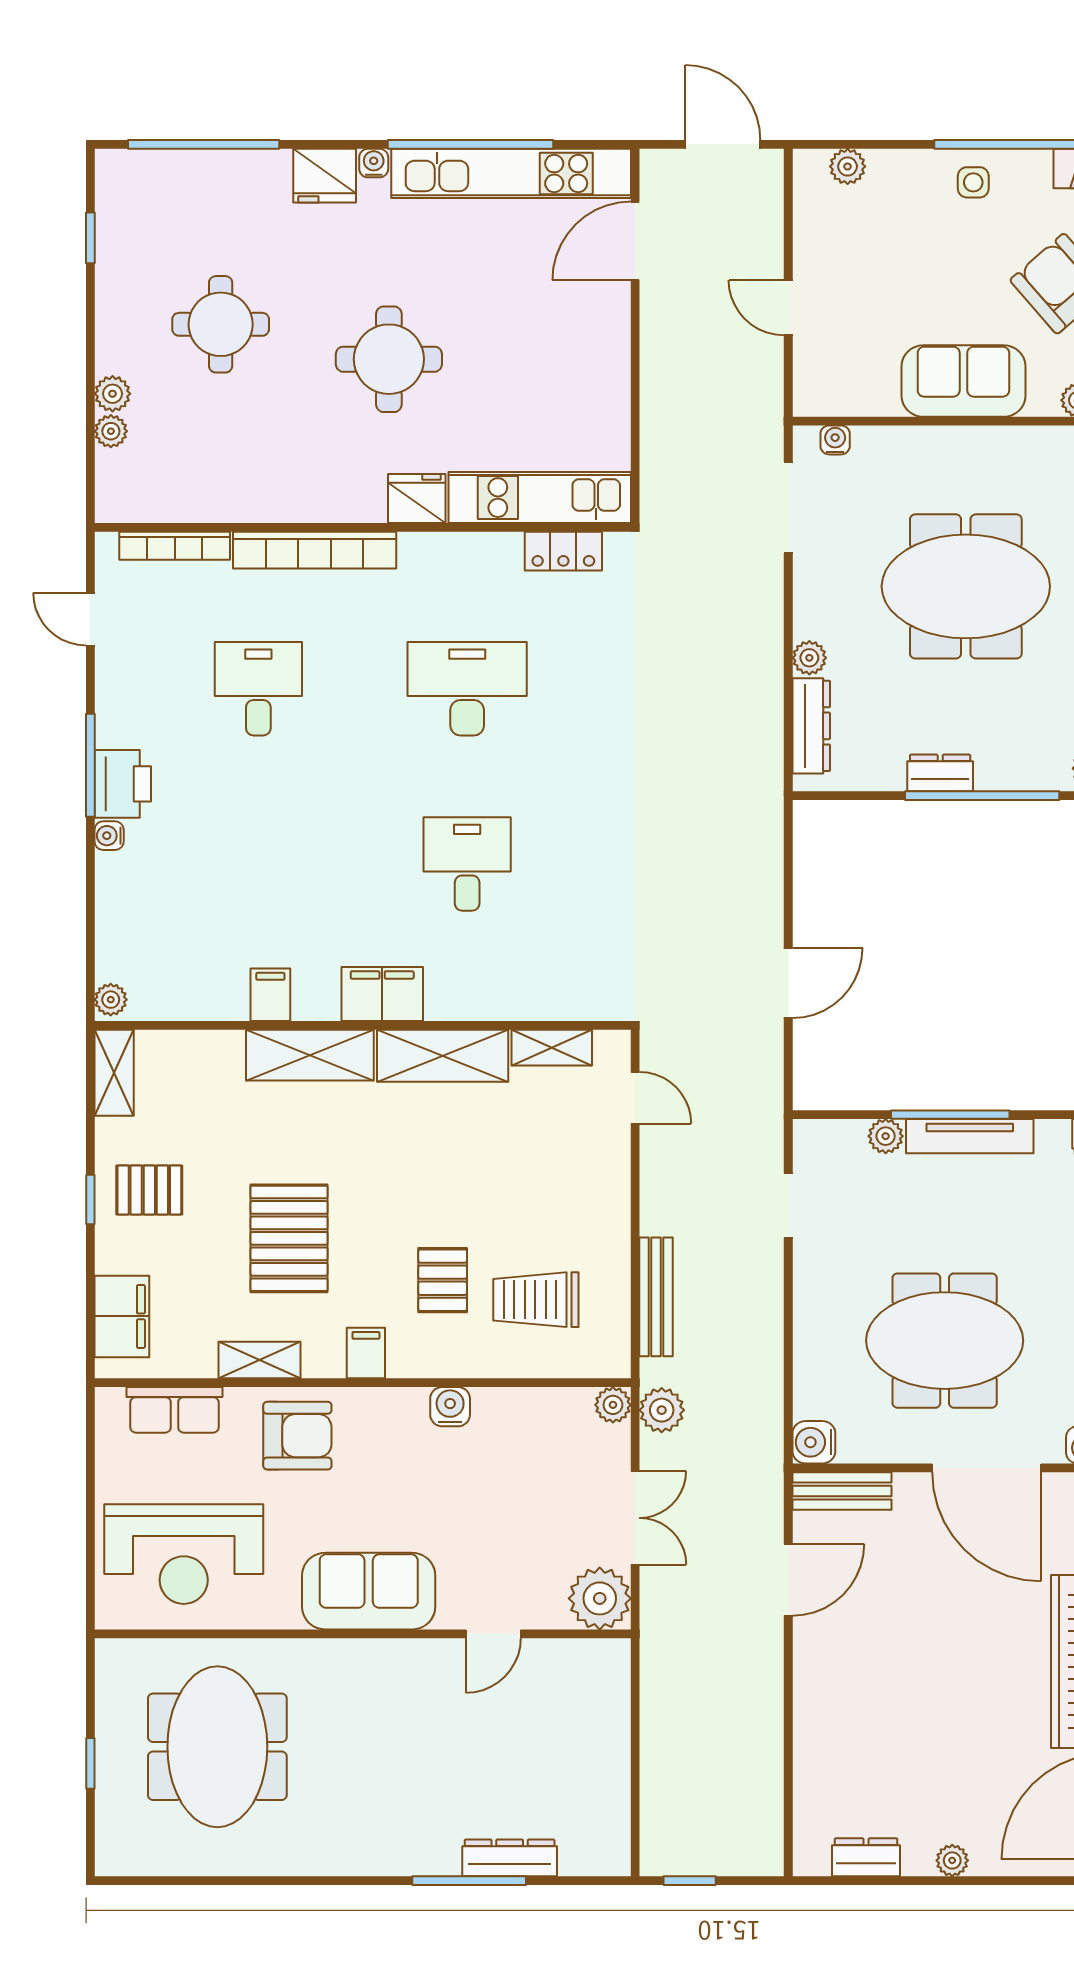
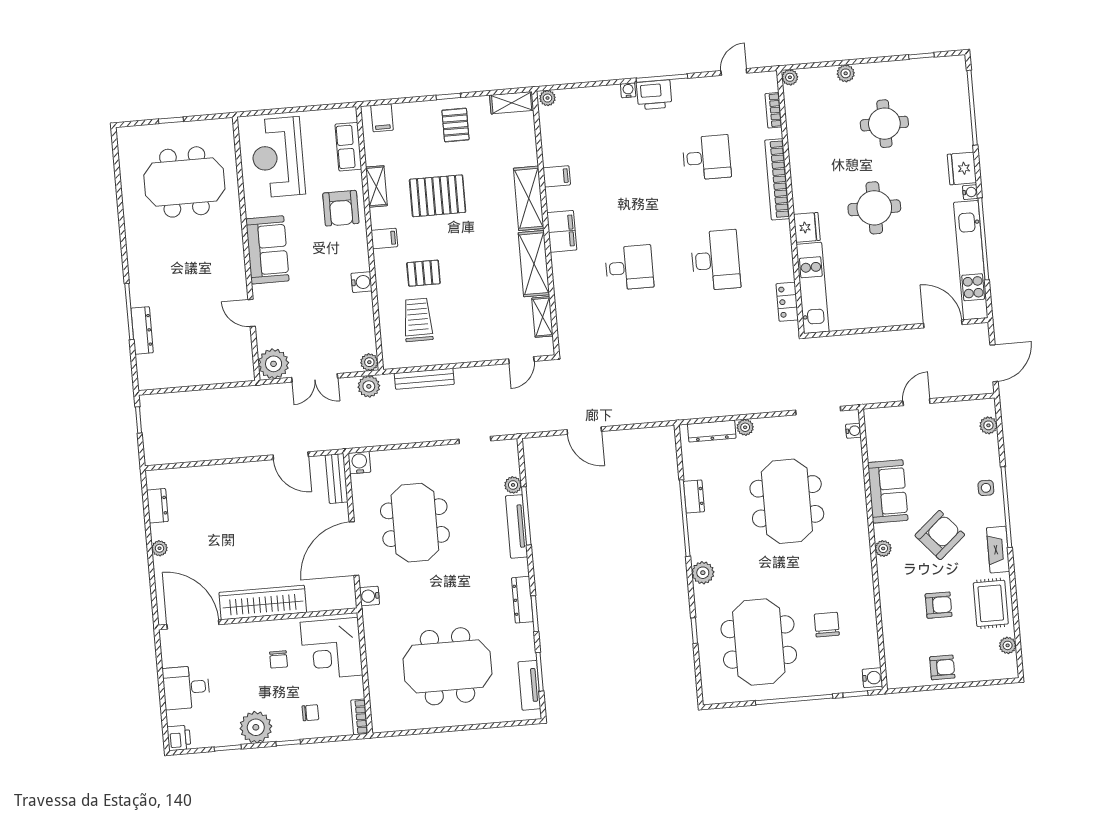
plant: (111, 431) -> (790, 77), moved
bookcase: (175, 546) -> (773, 110), width x0.64
filing cabinet: (122, 1316) -> (382, 118), width x0.50

